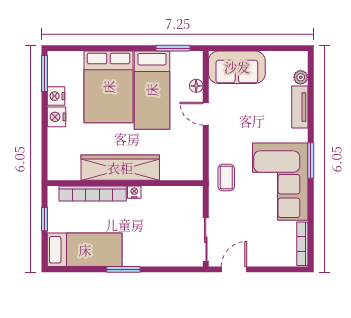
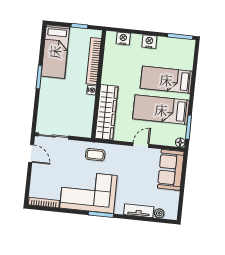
floor lamp: (196, 86) -> (180, 142), moved
bed: (109, 87) -> (166, 80), width x0.67
nightstand: (56, 96) -> (123, 39), moved
wardrobe: (120, 168) -> (106, 112), moved

